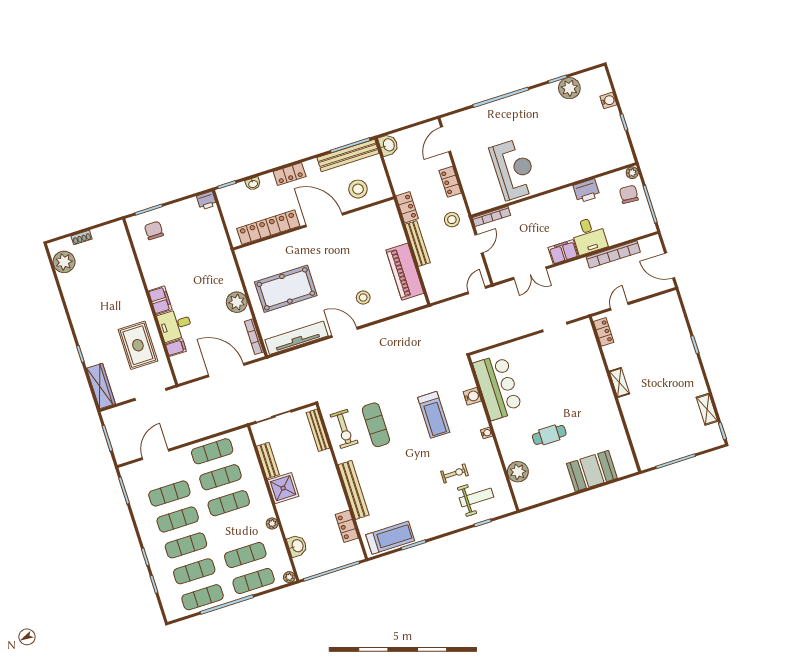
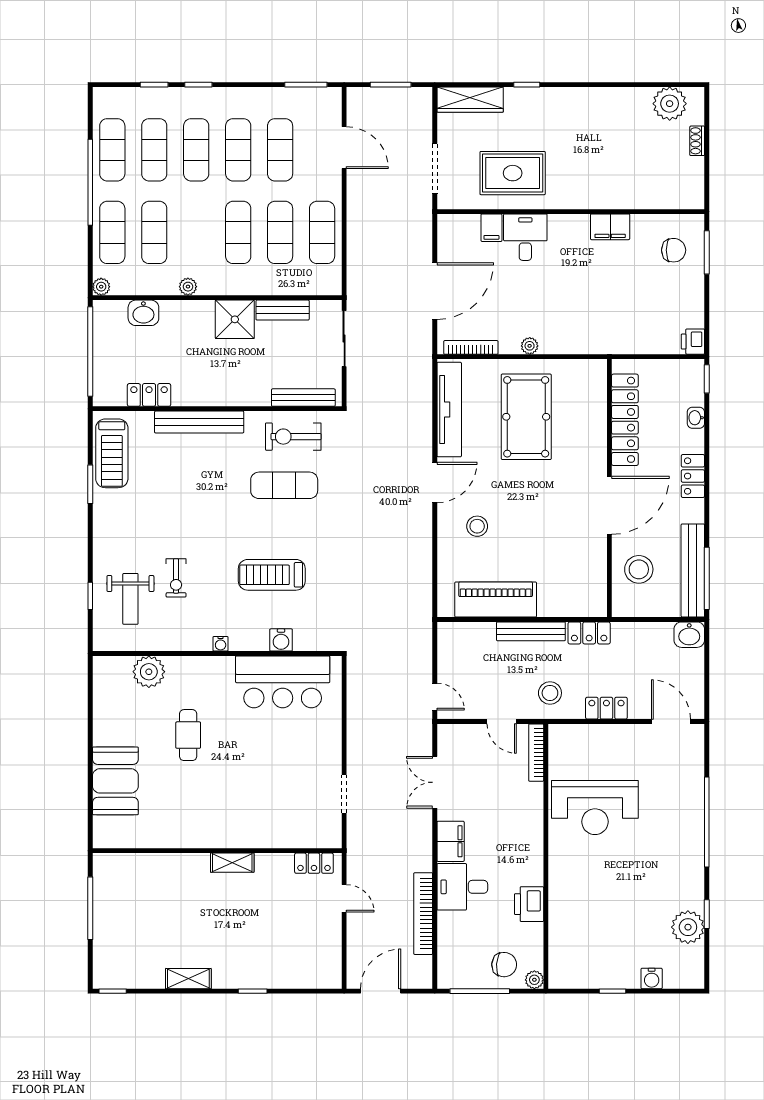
filing cabinet: (160, 300) -> (610, 227), moved
plant: (237, 302) -> (530, 346), width x0.53, depth x0.53
shelving: (707, 409) -> (188, 979), moved

